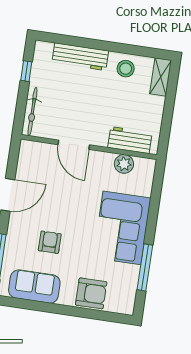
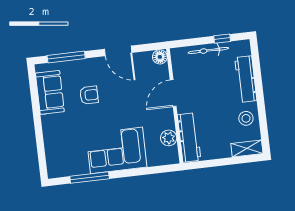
bicycle: (32, 112) -> (208, 50), moved
workbench: (130, 140) -> (189, 138), width x1.38
floor lamp: (28, 149) -> (160, 57), added
armchair: (91, 293) -> (57, 140), removed

